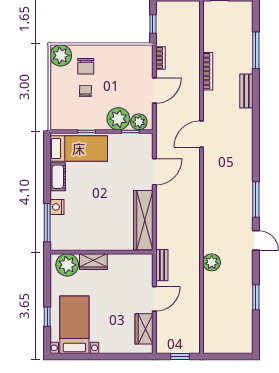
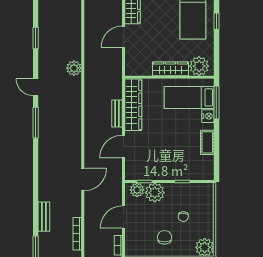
chair: (86, 66) -> (165, 237), moved
bed: (79, 149) -> (189, 97), moved
wardrobe: (93, 262) -> (170, 69), width x1.50
bench: (162, 265) -> (117, 113), moved

